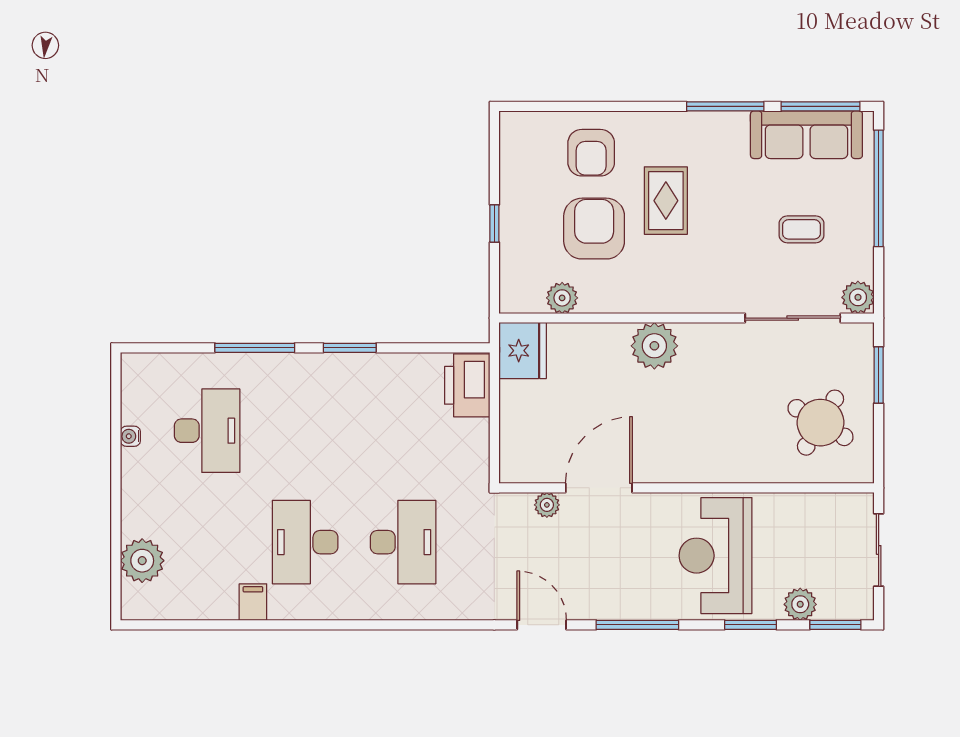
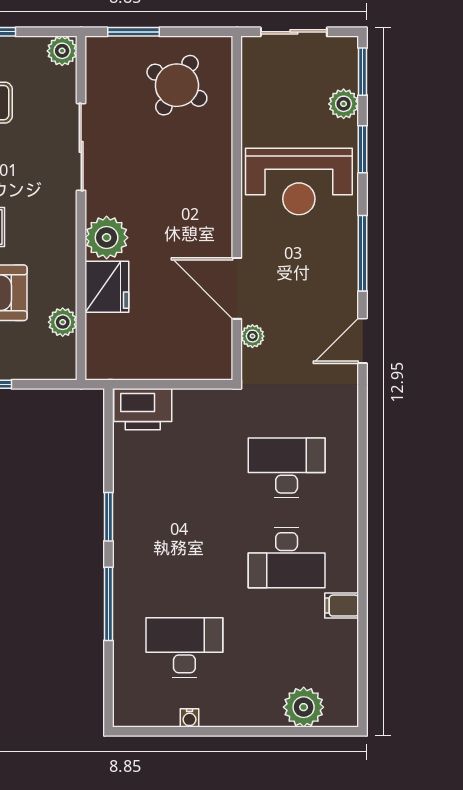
sliding door: (793, 318) -> (81, 147), moved
fridge: (523, 351) -> (107, 287), moved, turned 90

